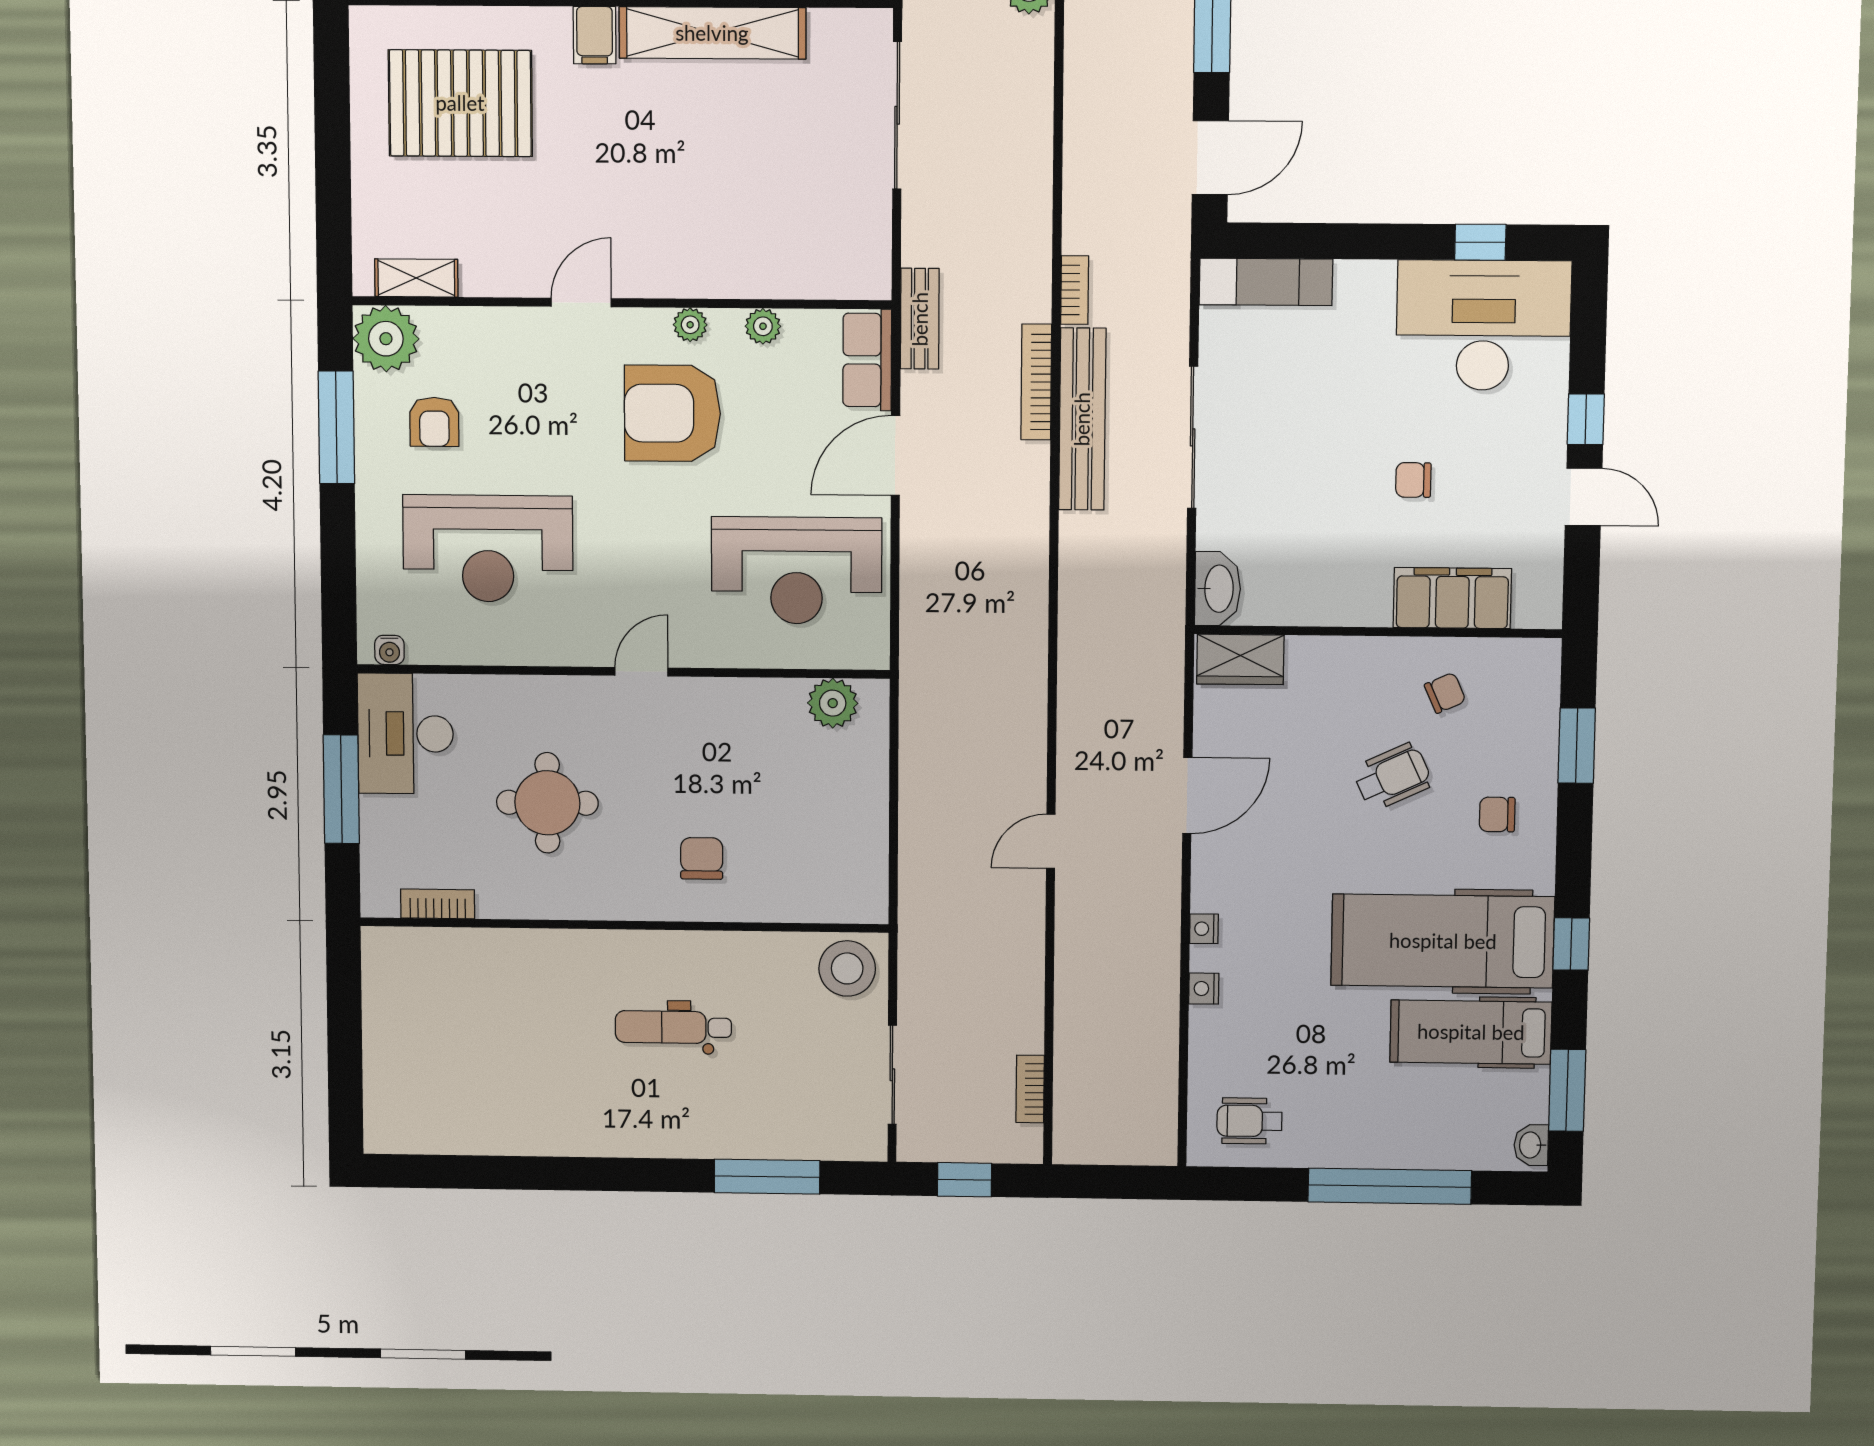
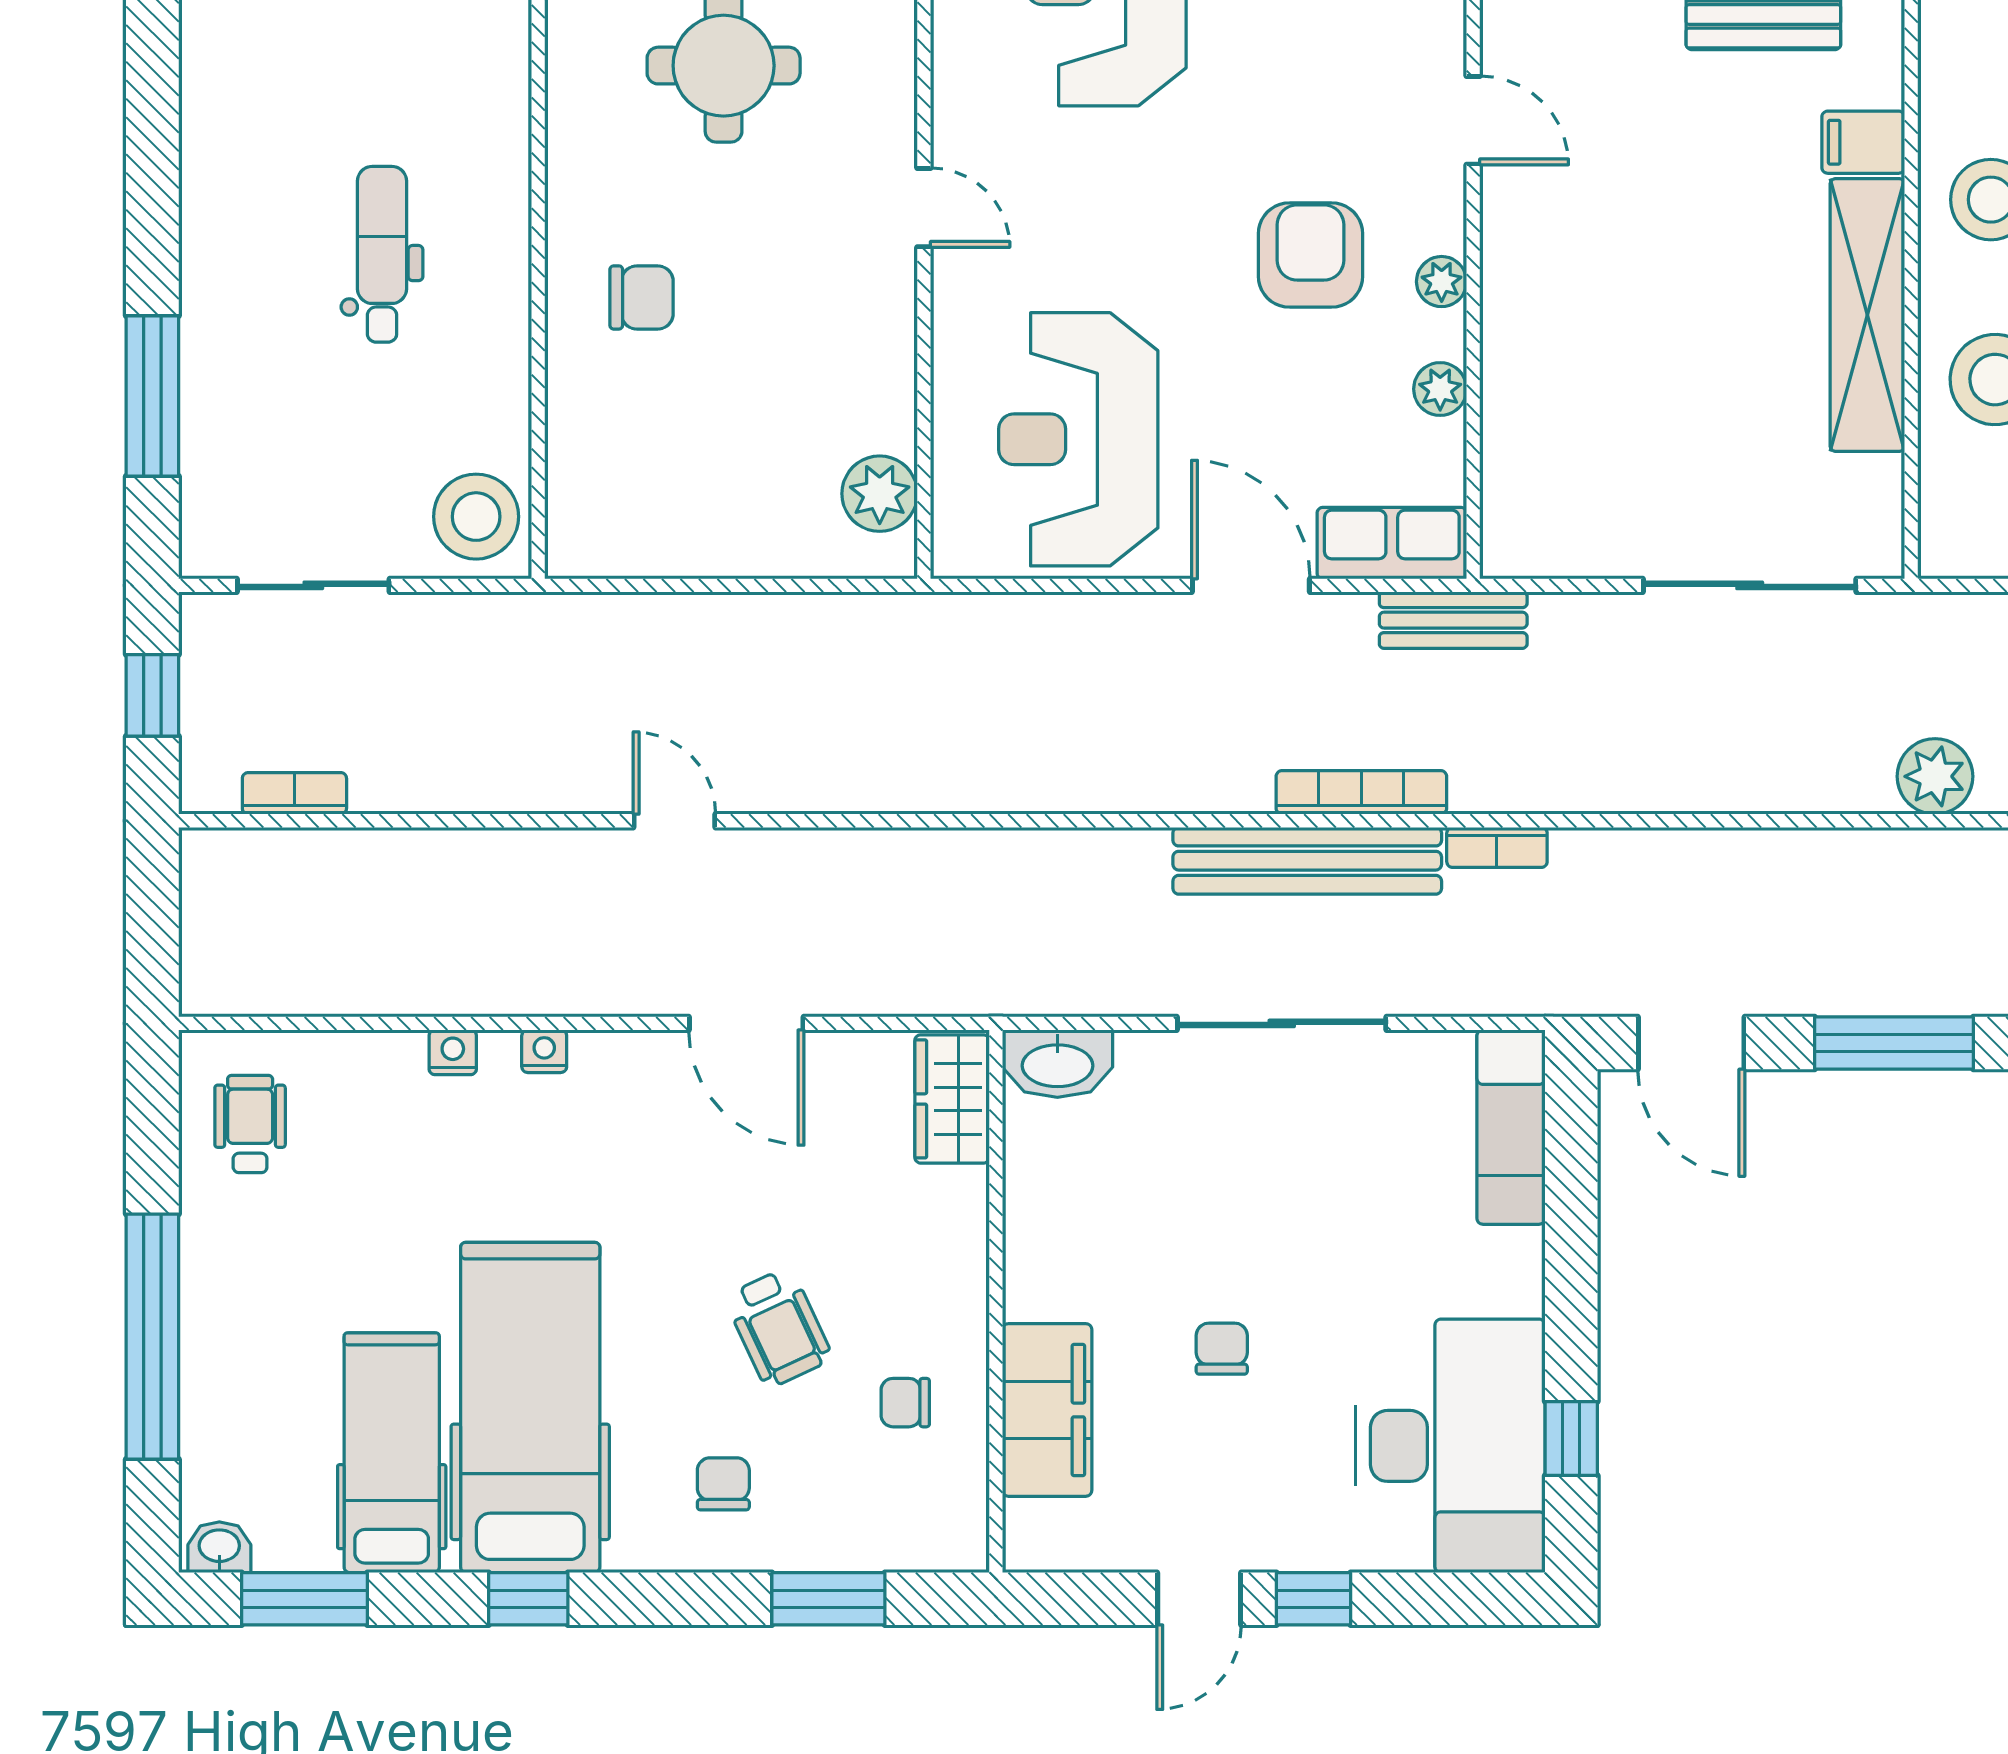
armchair: (672, 413) -> (1311, 255), width x0.73, depth x0.73
chair: (1445, 693) -> (905, 1403), turned 114

